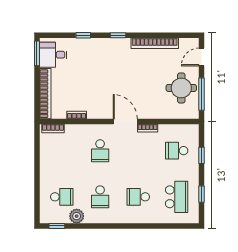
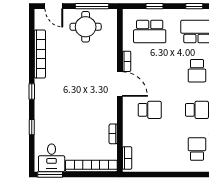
door: (125, 121) -> (120, 84), swing flipped
school desk: (177, 151) -> (150, 32), width x1.85

